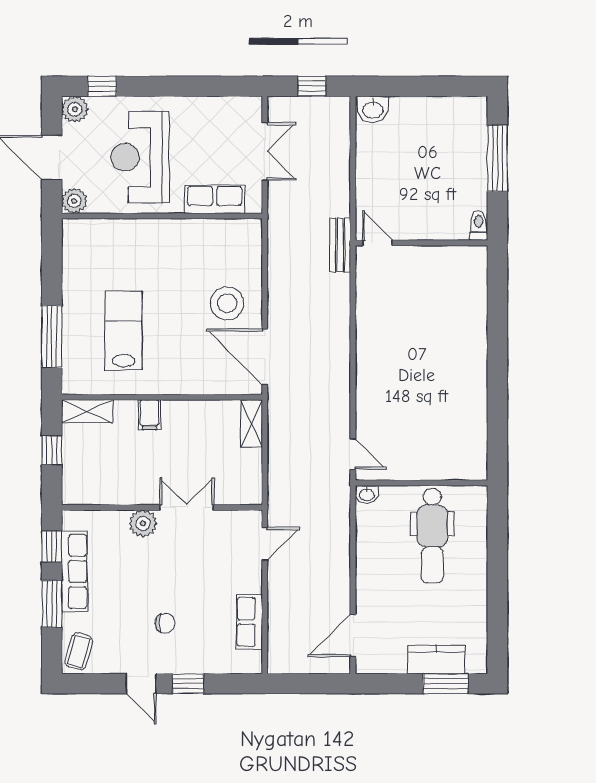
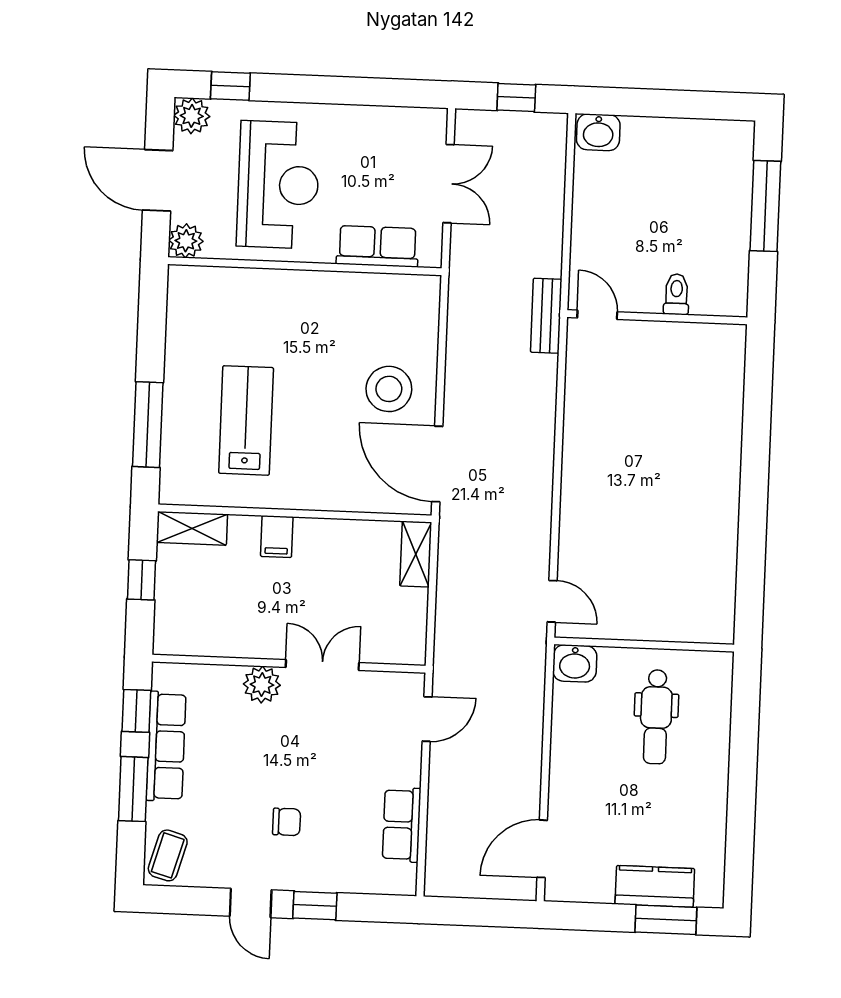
reception desk: (140, 157) -> (278, 185), turned 180
toilet: (478, 226) -> (676, 294), moved
washbasin: (367, 495) -> (575, 663), width x1.38, depth x1.45
dental chair: (432, 536) -> (656, 717), width x0.73, depth x0.72

